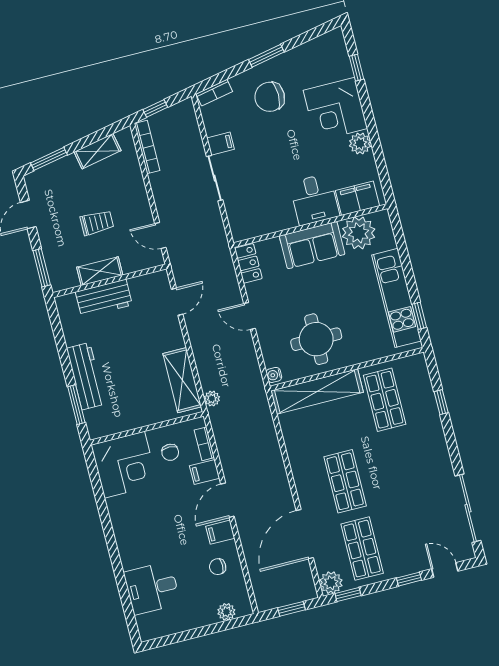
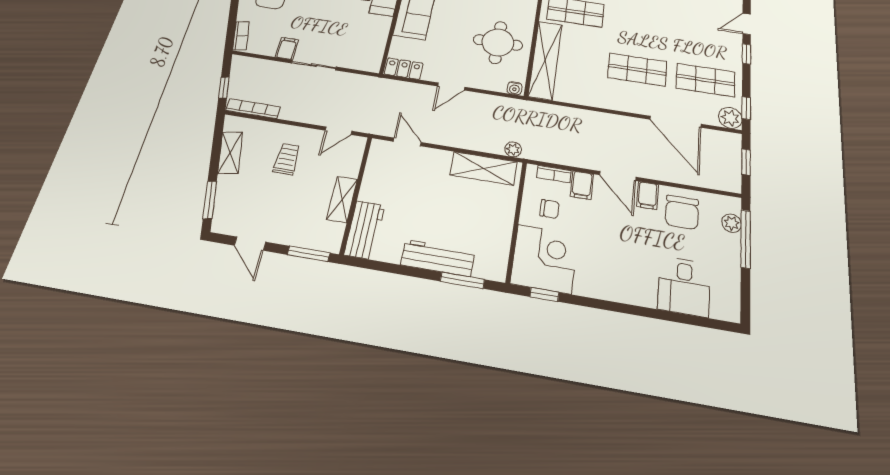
trolley: (97, 223) -> (287, 159), moved
workbench: (104, 298) -> (365, 230), moved
window: (94, 476) -> (544, 295), added
chair: (218, 567) -> (682, 212), width x1.87, depth x1.87
window: (217, 628) -> (746, 239), added

